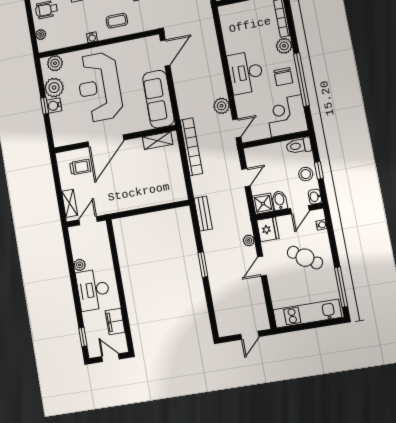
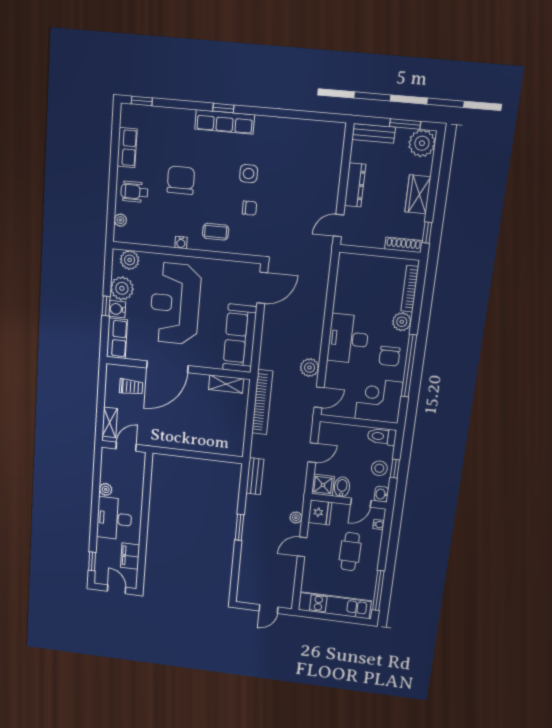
row of seats: (59, 130) -> (117, 338), added
cafe table: (305, 258) -> (350, 552), turned 57

